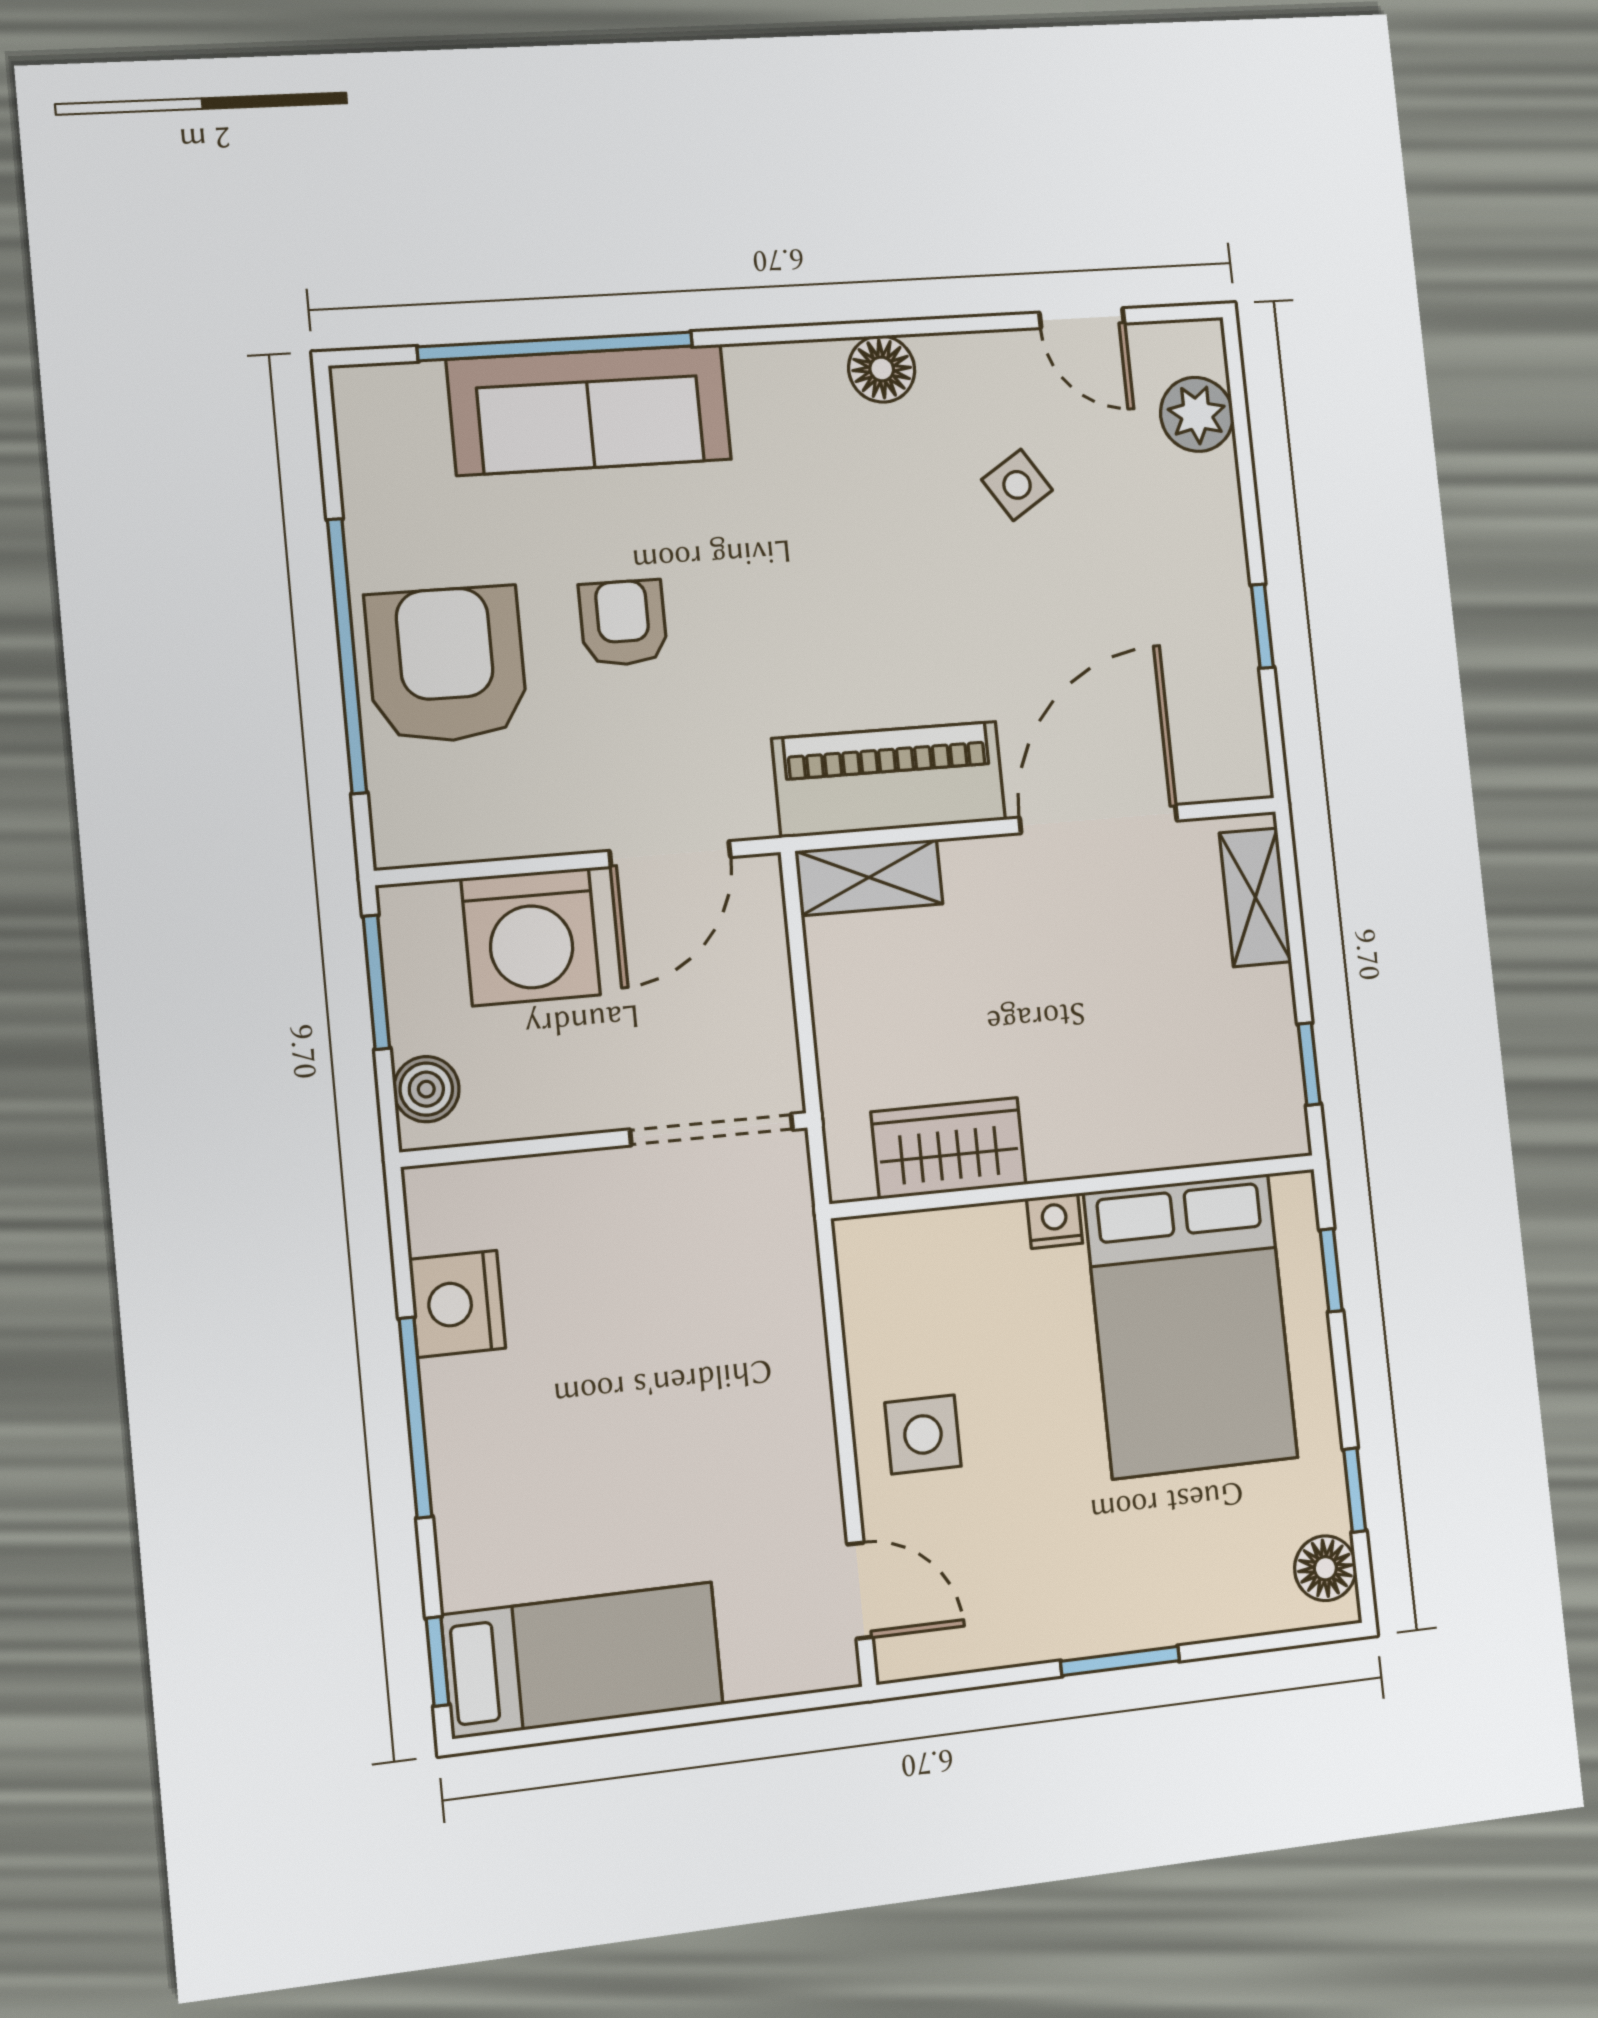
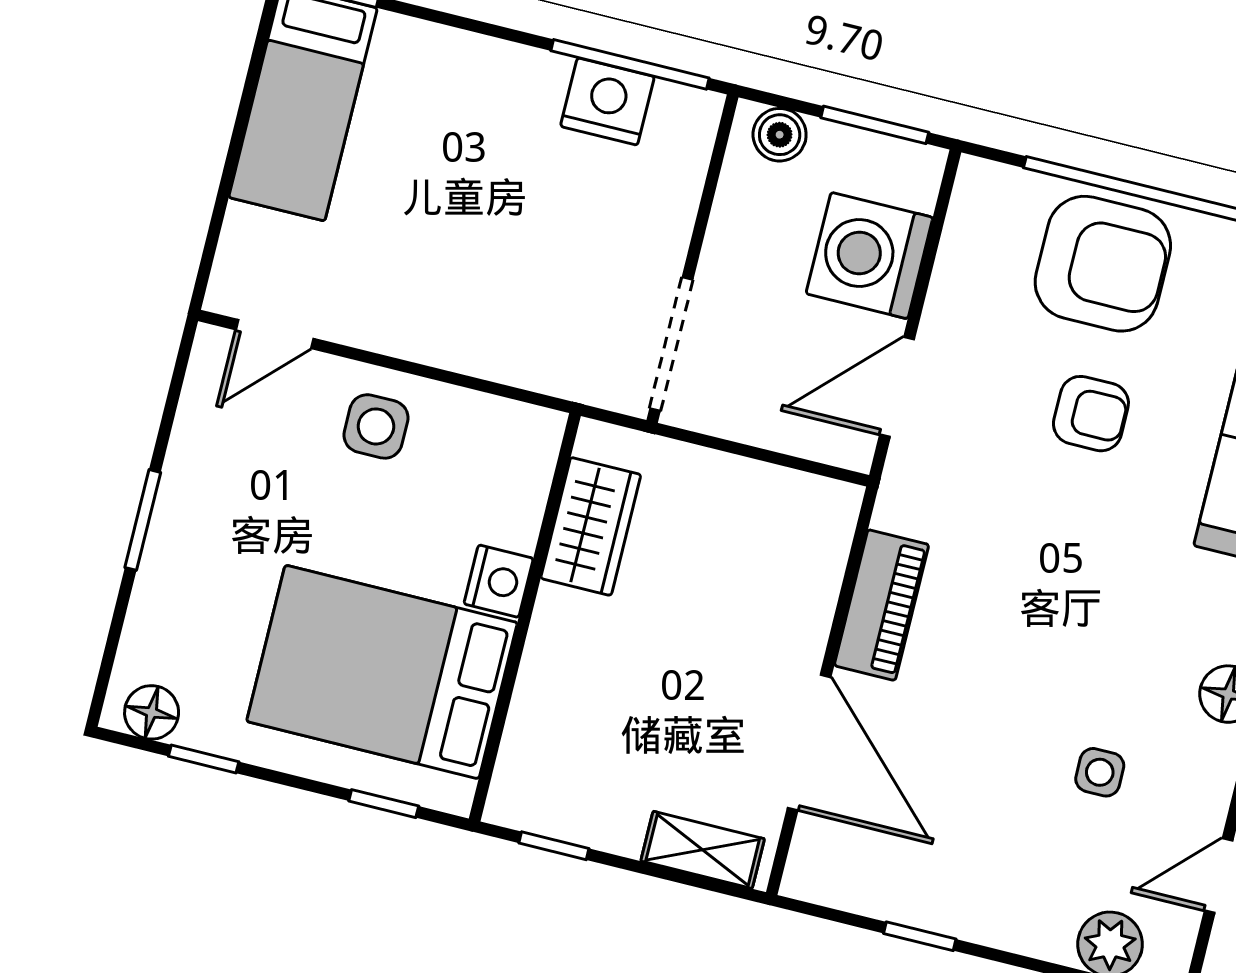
side table: (1017, 485) -> (1100, 772), turned 33
piano: (889, 779) -> (882, 605), width x0.73, depth x0.75
door: (670, 854) -> (897, 387), hinge flipped
shelving: (869, 877) -> (825, 539), removed
nightstand: (1055, 1221) -> (499, 581), width x1.39, depth x1.35
window: (415, 1417) -> (630, 64), moved

